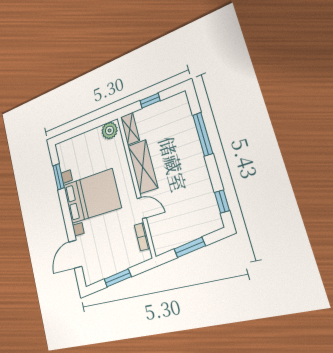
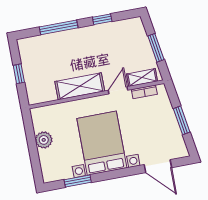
shelving: (130, 129) -> (142, 78), moved
plant: (110, 131) -> (44, 140), moved
window: (222, 201) -> (102, 19), moved

